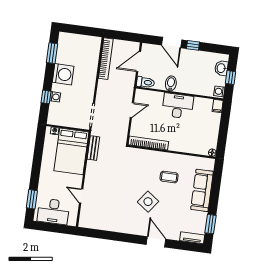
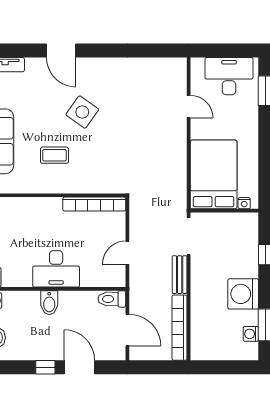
door: (139, 62) -> (127, 330), hinge flipped
bidet: (171, 83) -> (49, 303), moved
washing machine: (55, 97) -> (251, 334), moved
bench: (93, 148) -> (180, 275), moved

